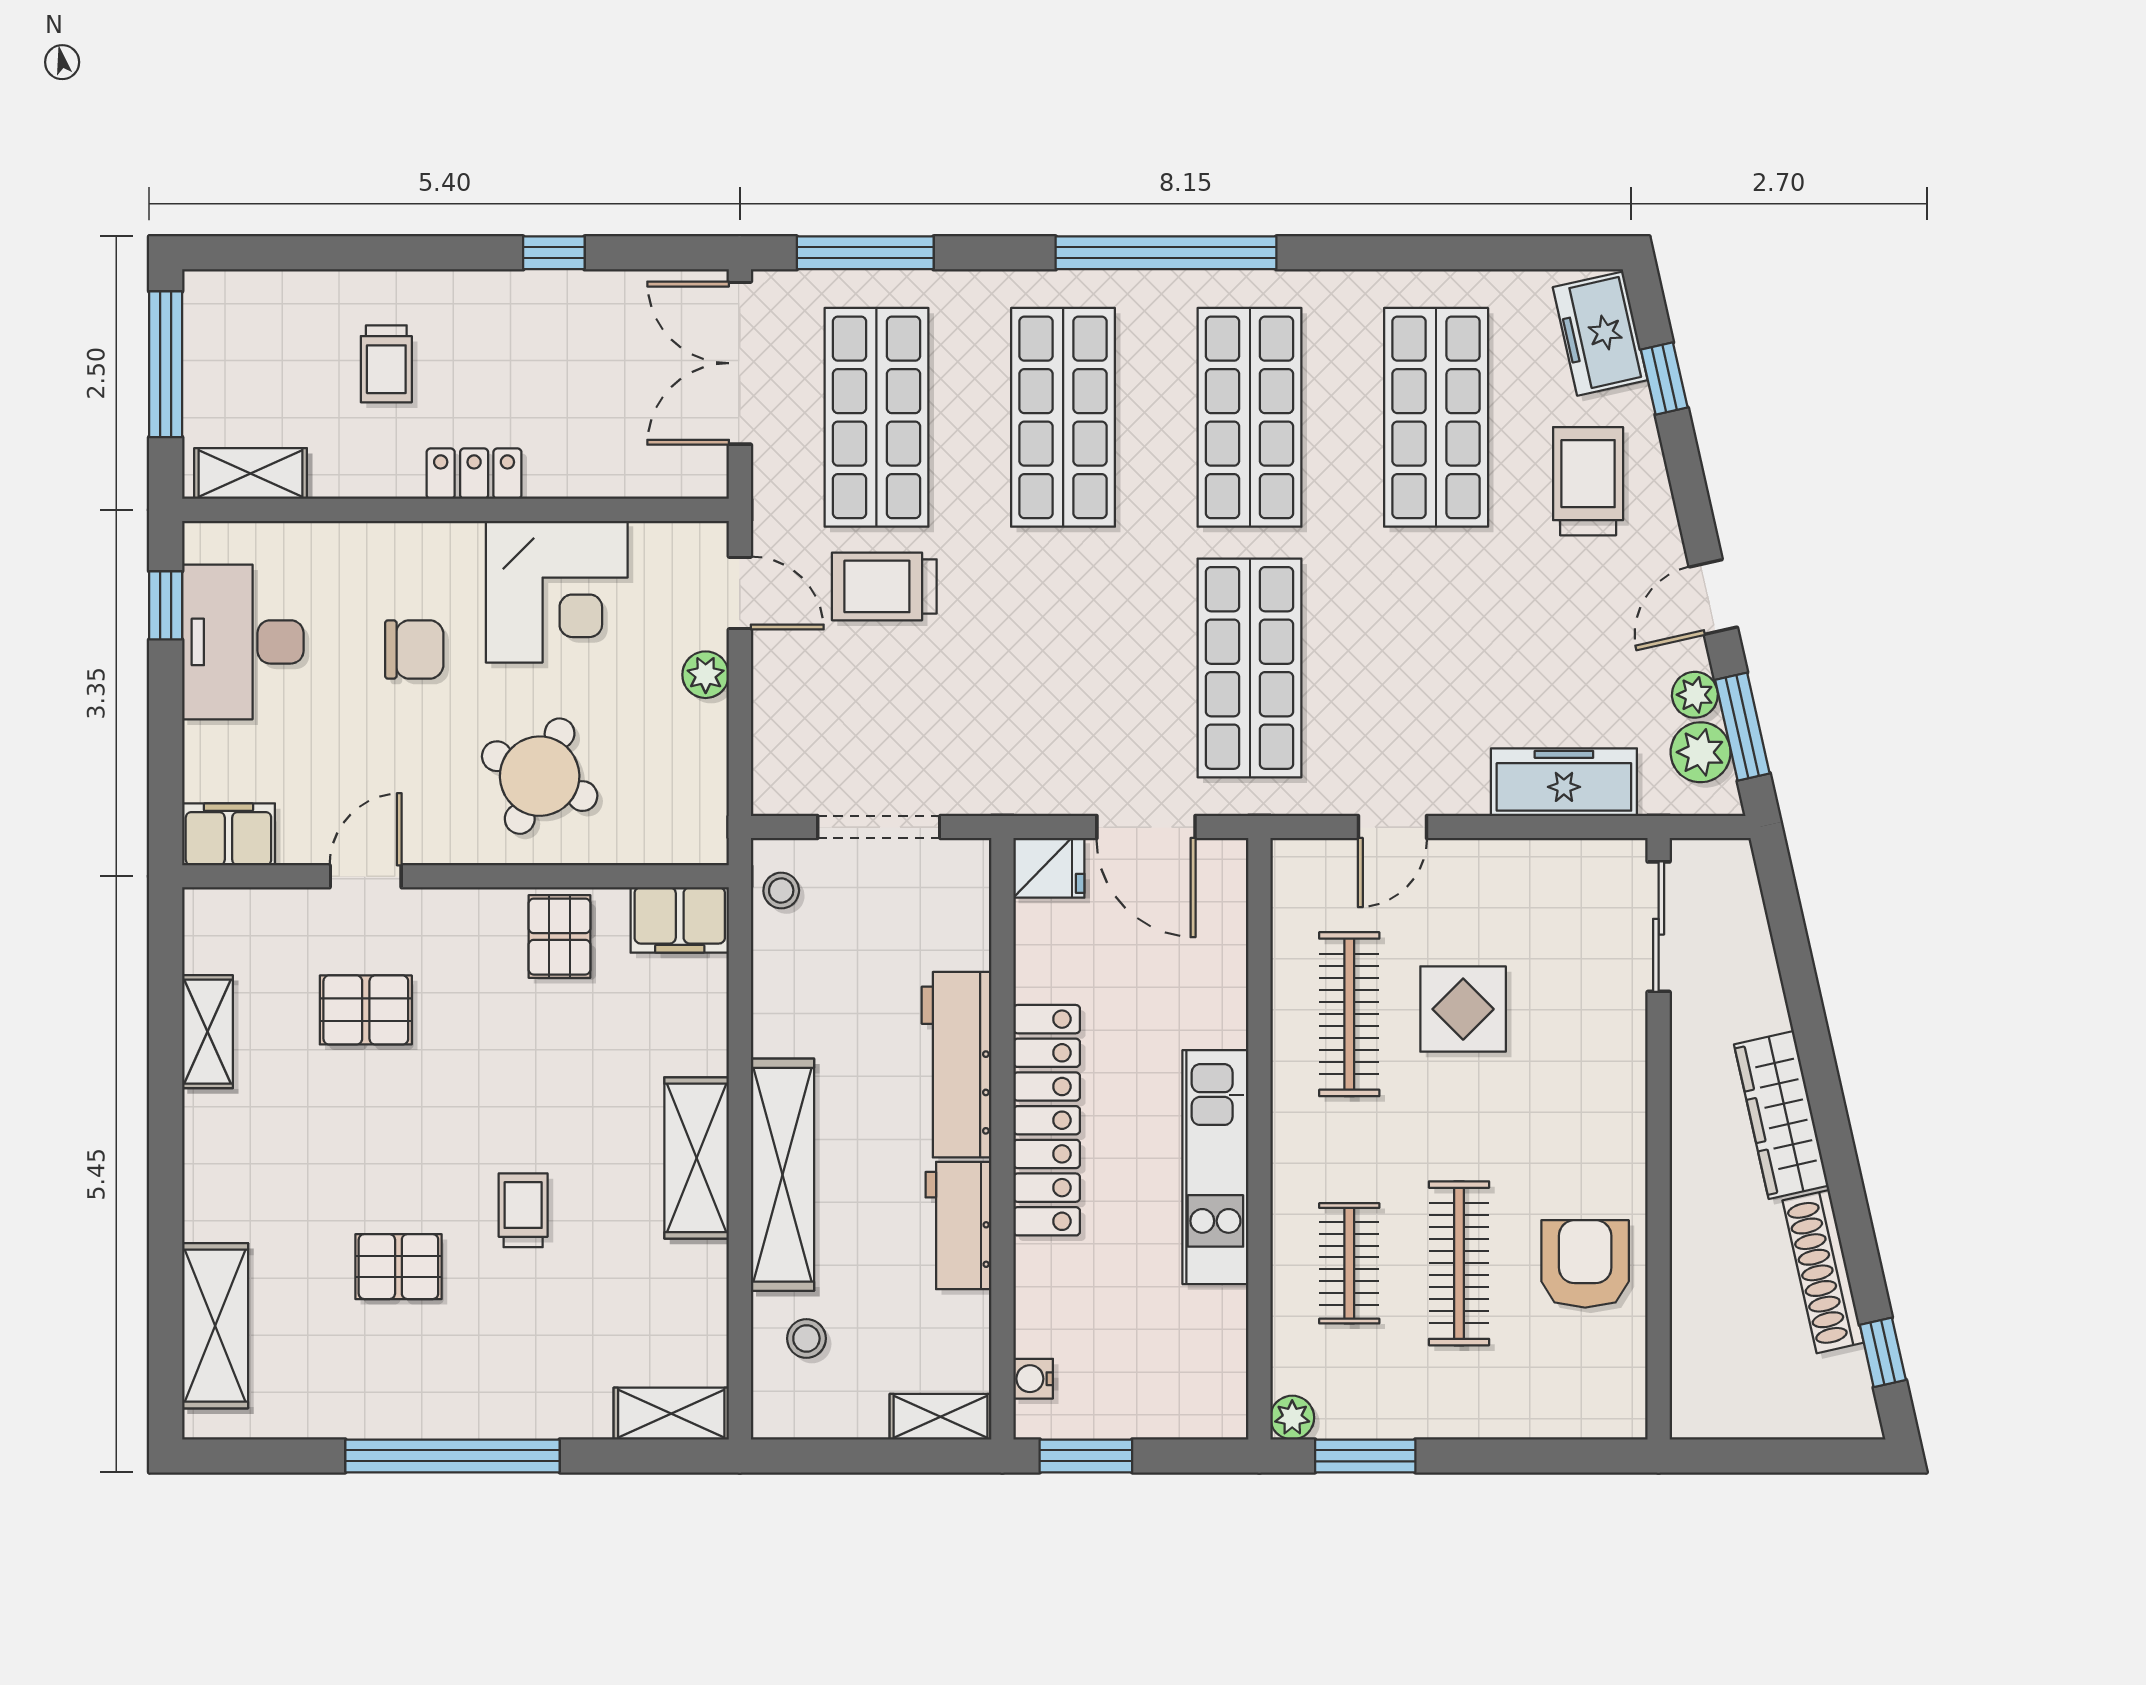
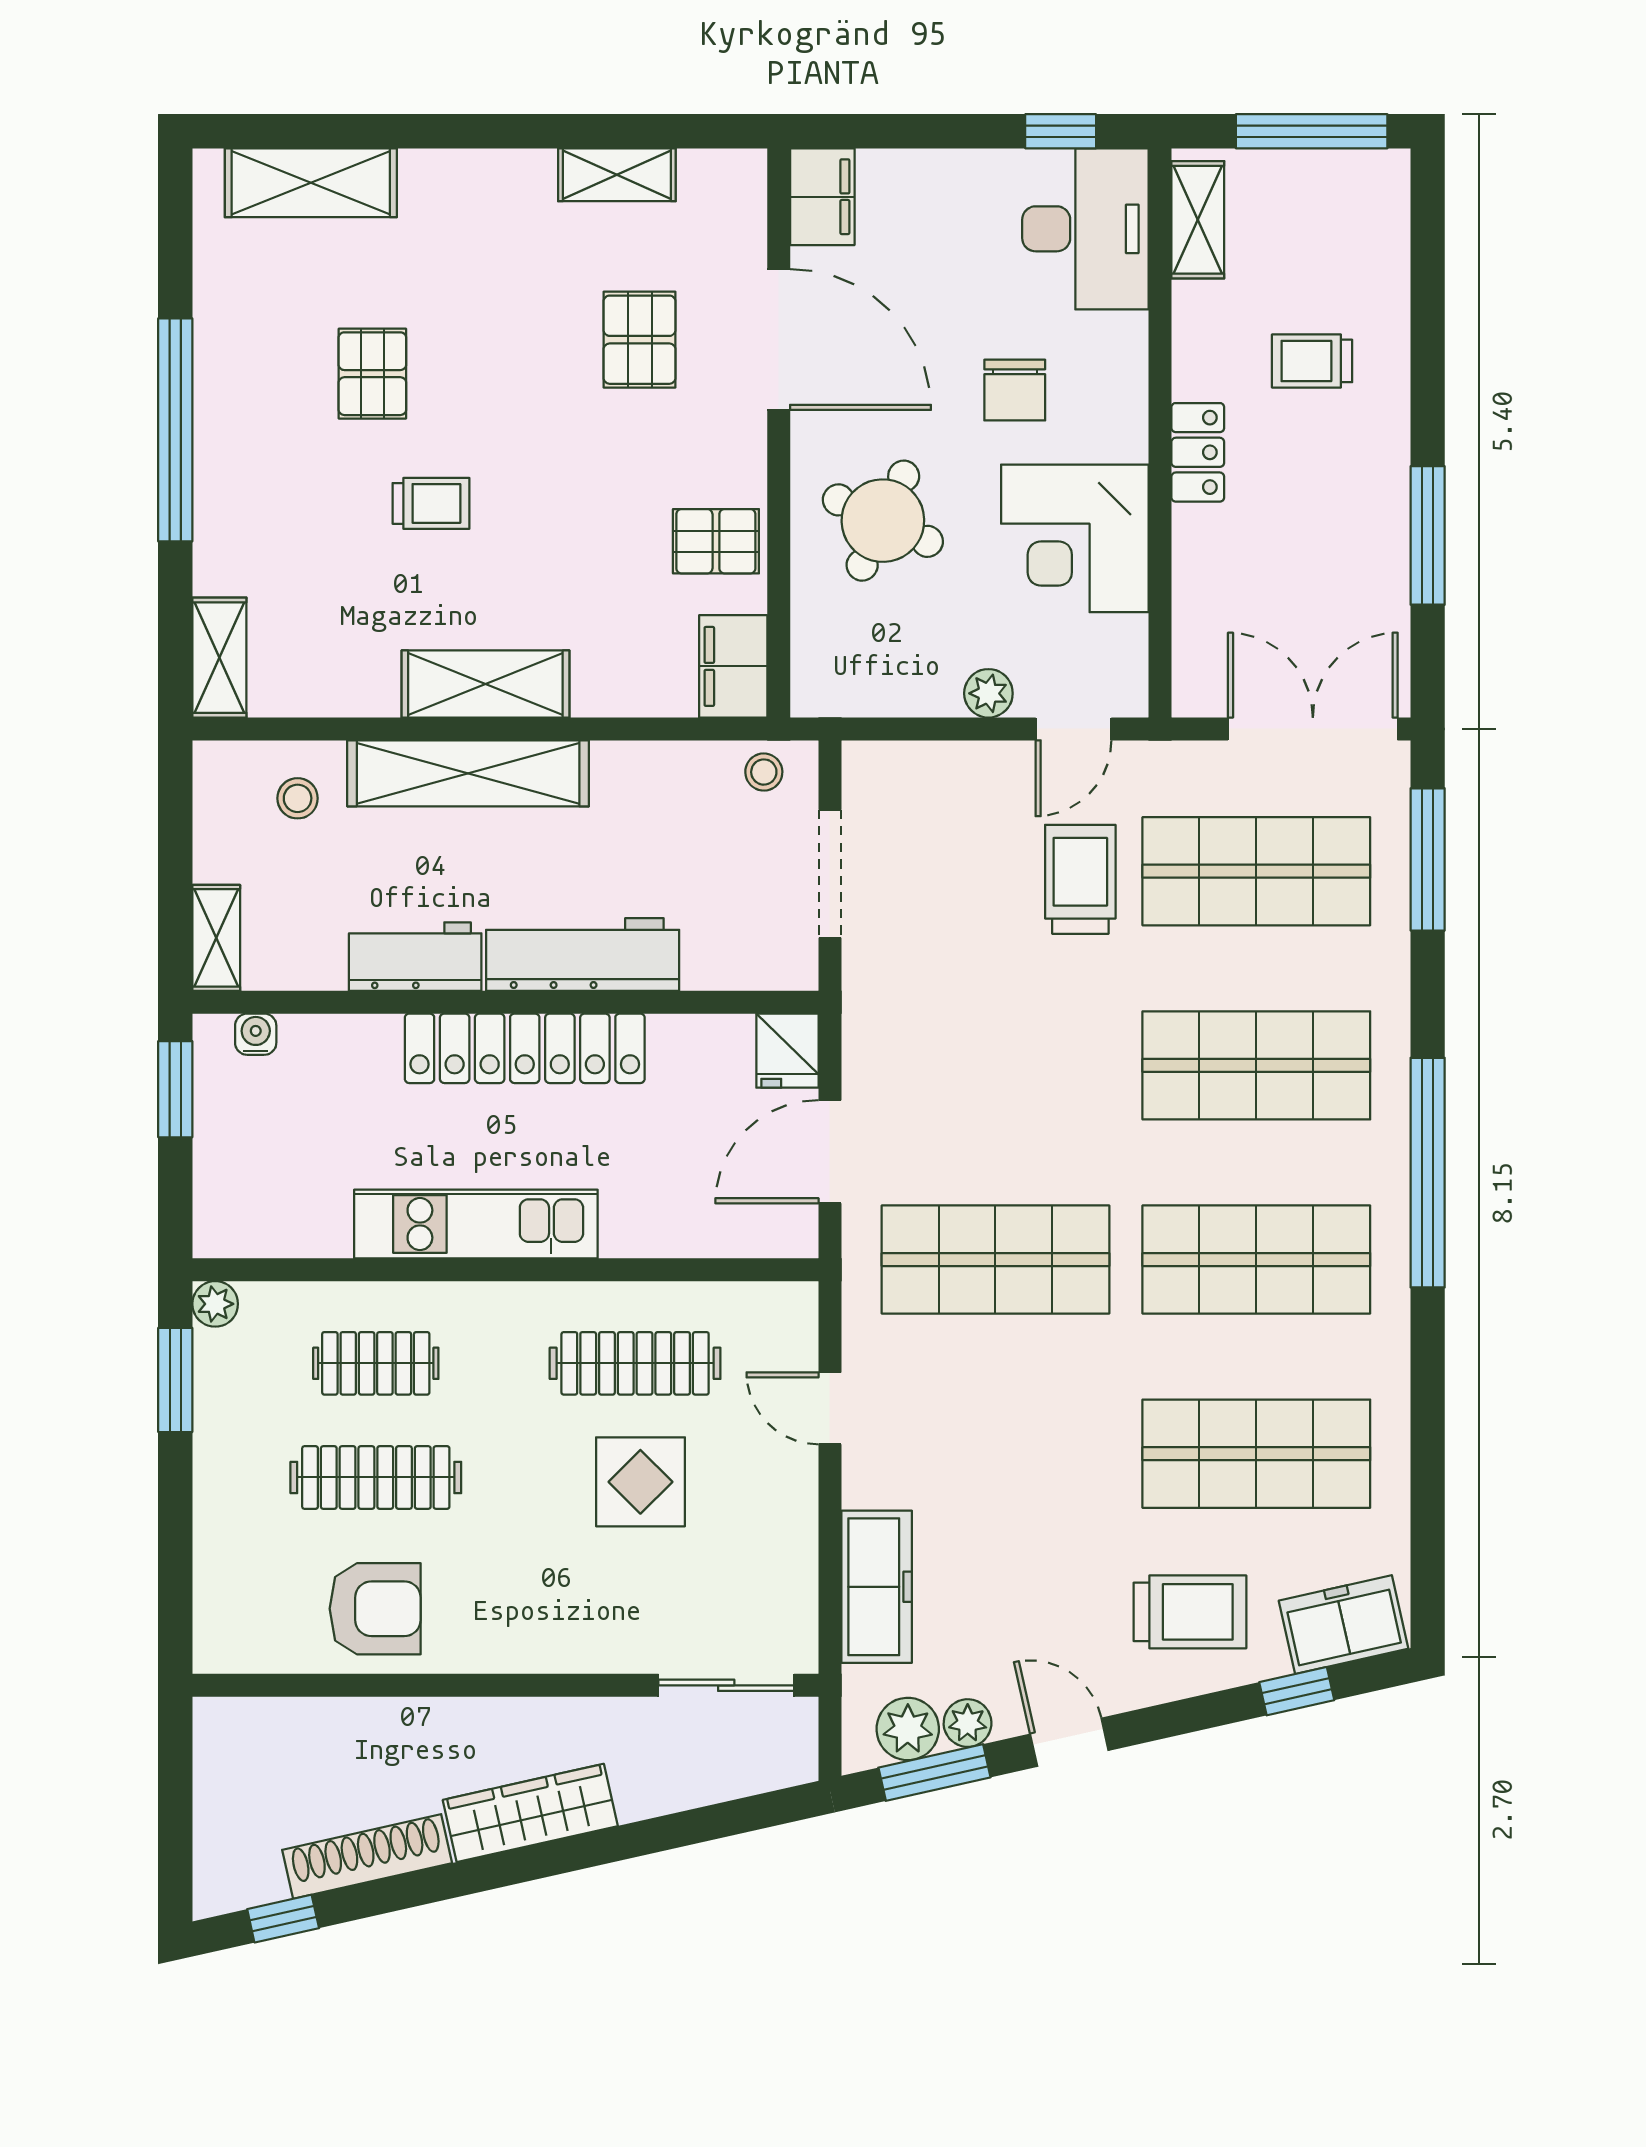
window: (554, 253) -> (1428, 535), width x2.17
desk: (243, 642) -> (1085, 229), moved, turned 90
door: (366, 876) -> (779, 339), width x1.88

